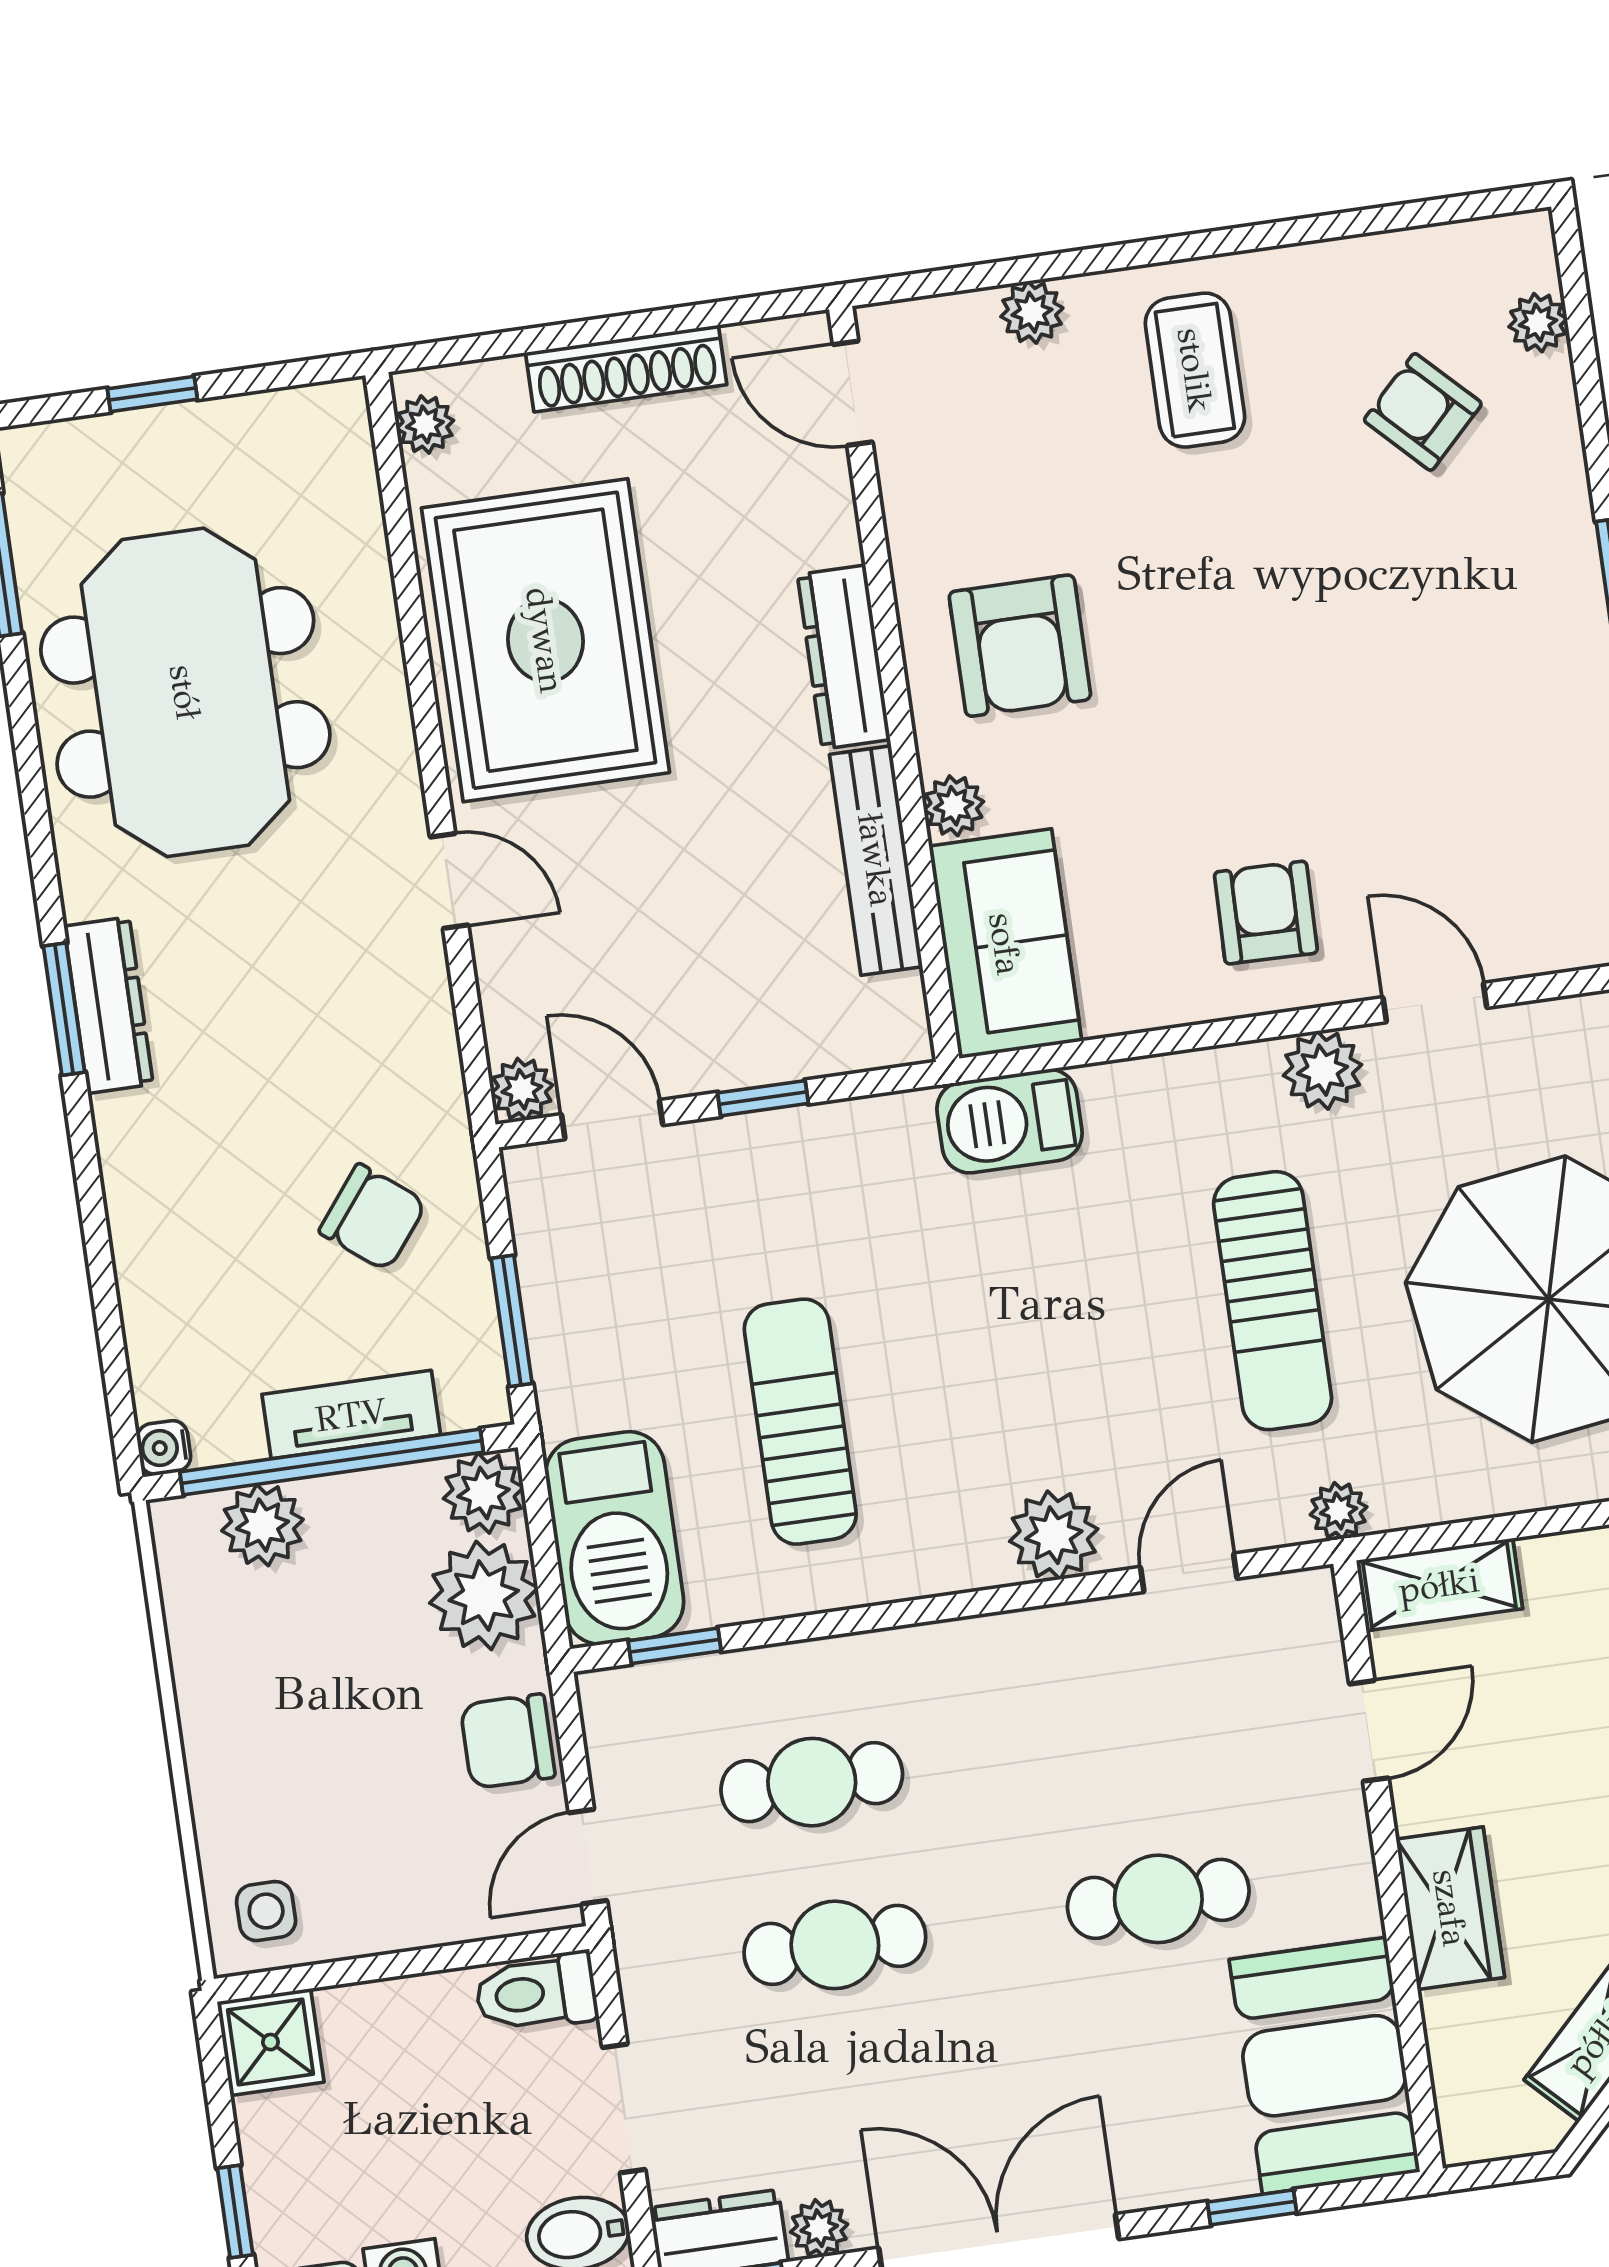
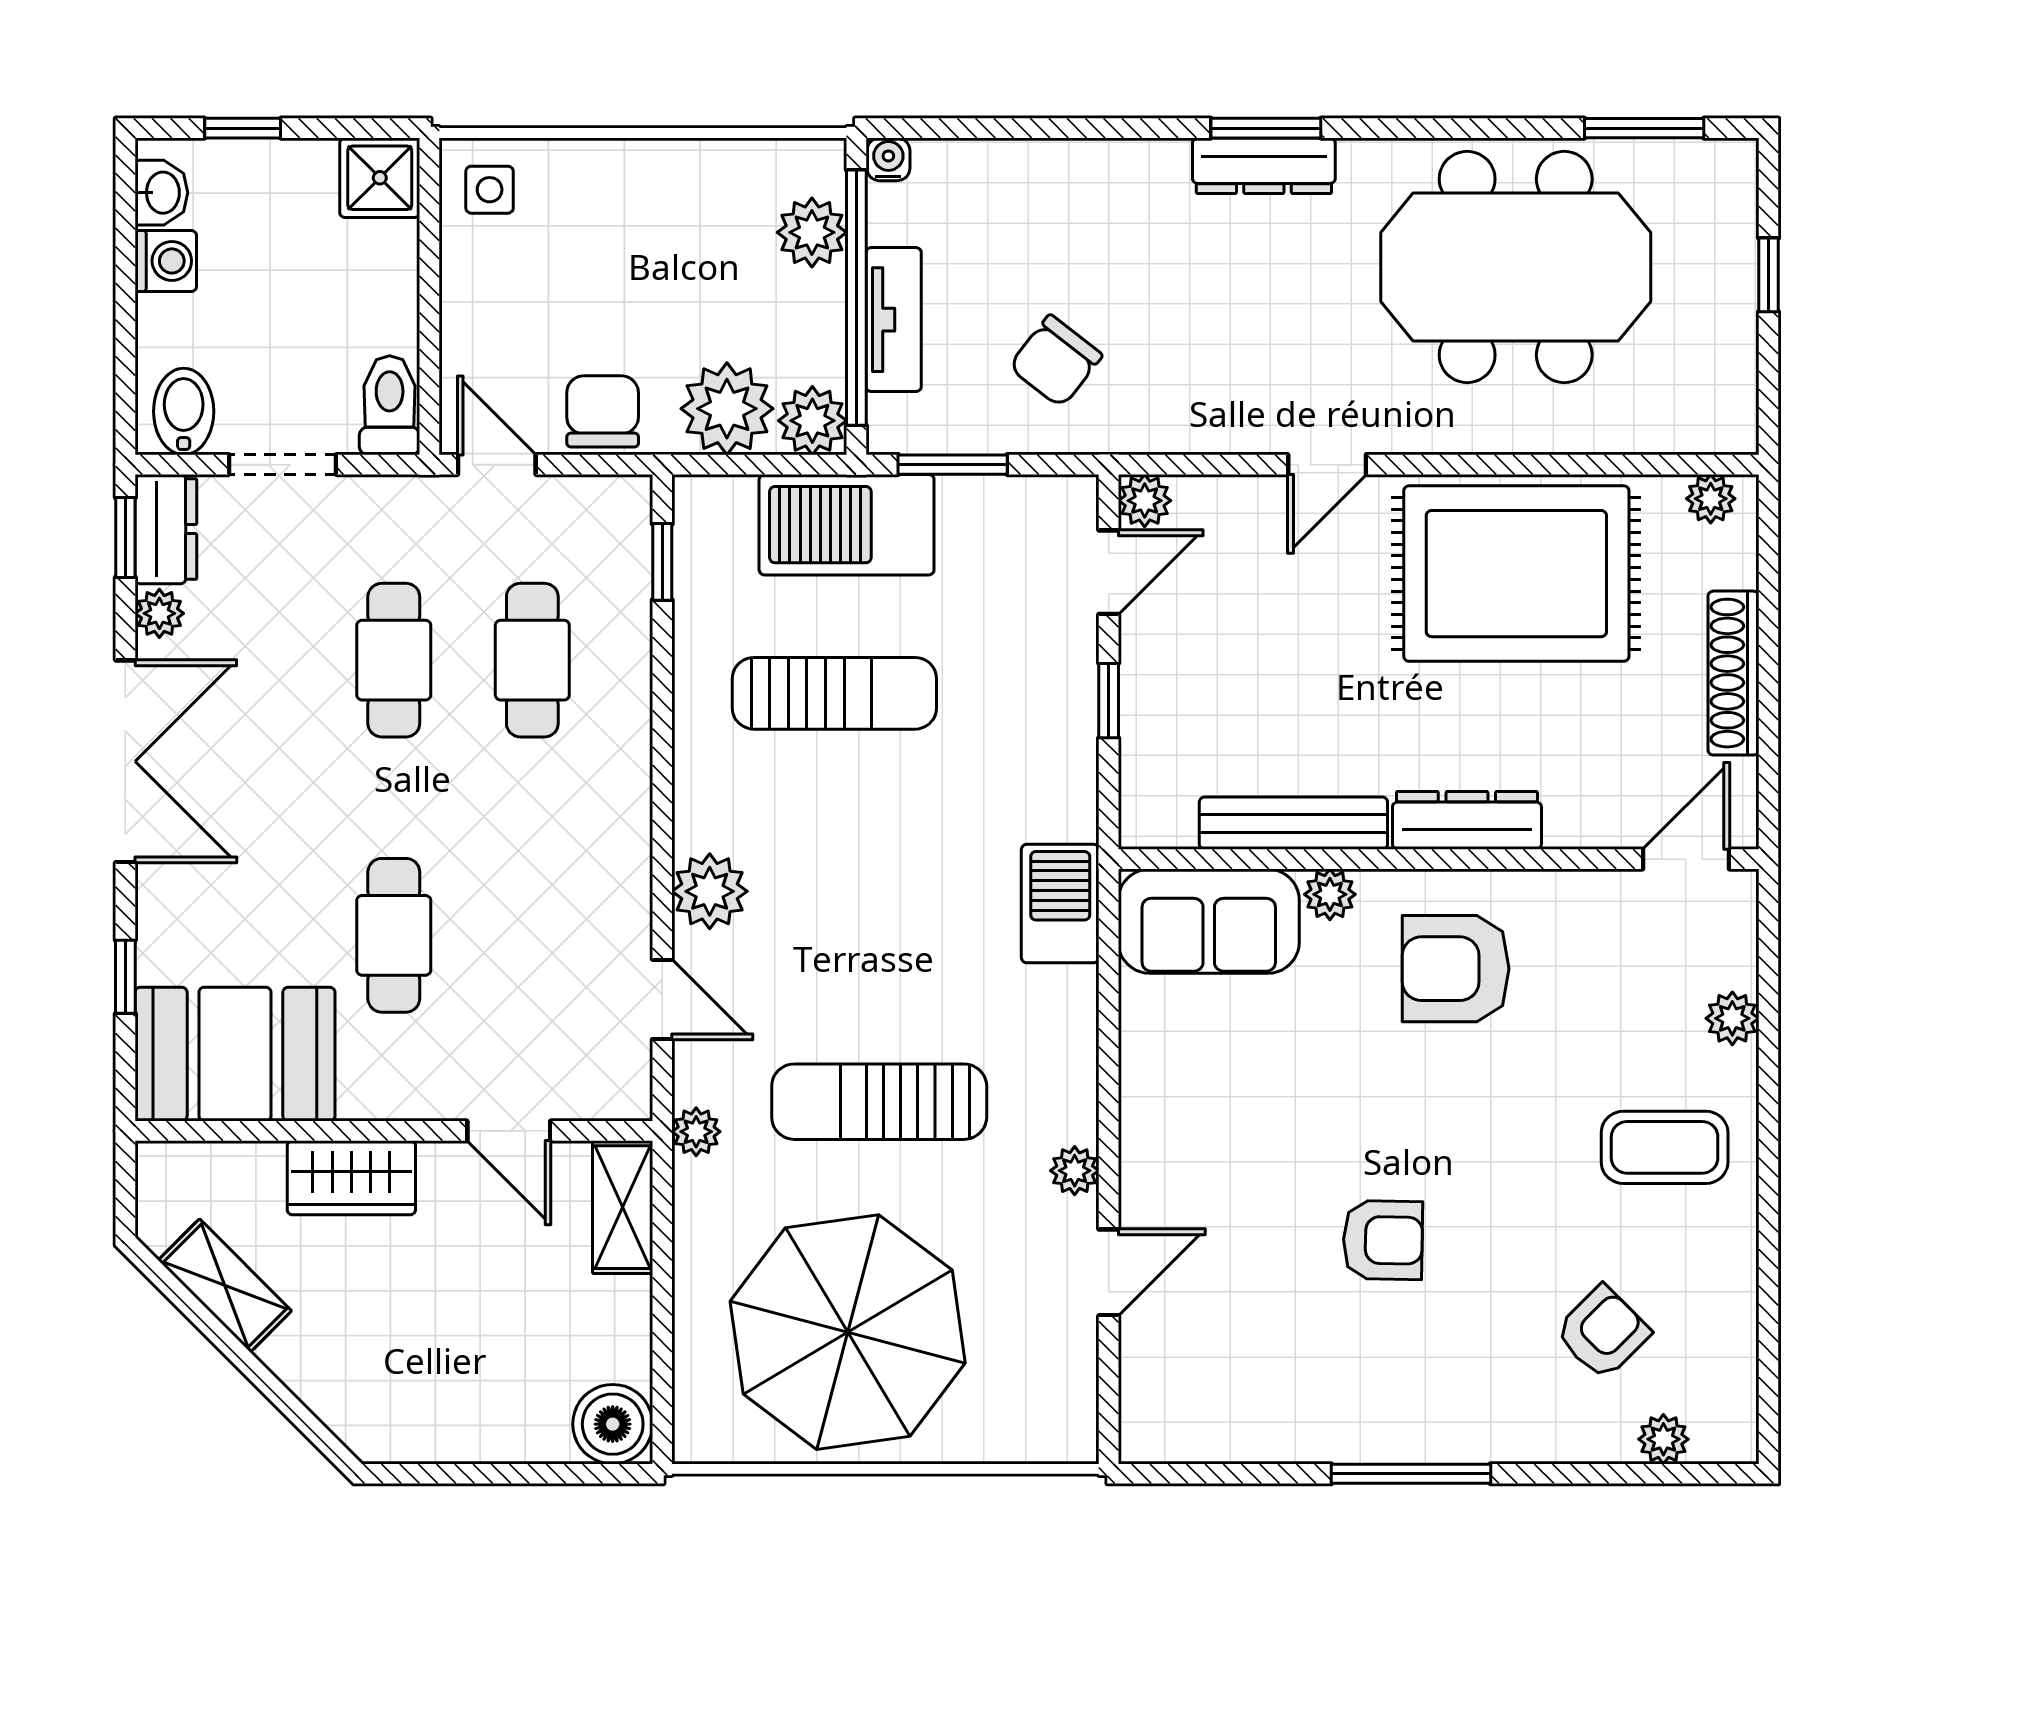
armchair: (1266, 913) -> (1383, 1240), moved
plant: (1323, 1070) -> (1075, 1171), width x0.73, depth x0.73
barbecue: (615, 1538) -> (847, 525), moved

